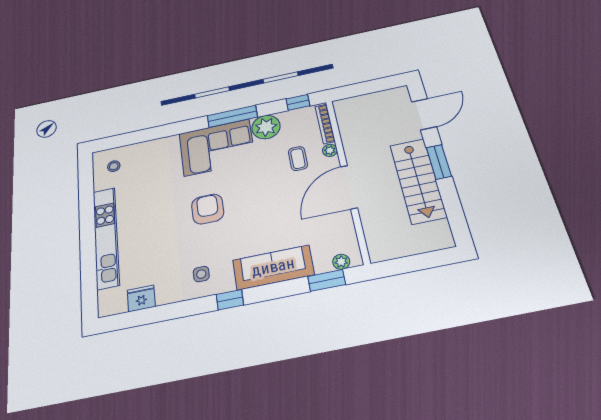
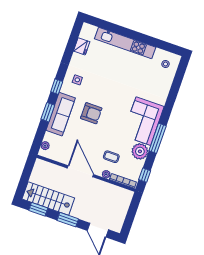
stairs: (418, 181) -> (48, 199), moved
armchair: (208, 209) -> (91, 113), moved
window: (455, 213) -> (38, 209), added
window: (327, 280) -> (48, 112), moved

